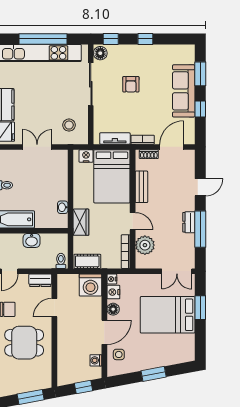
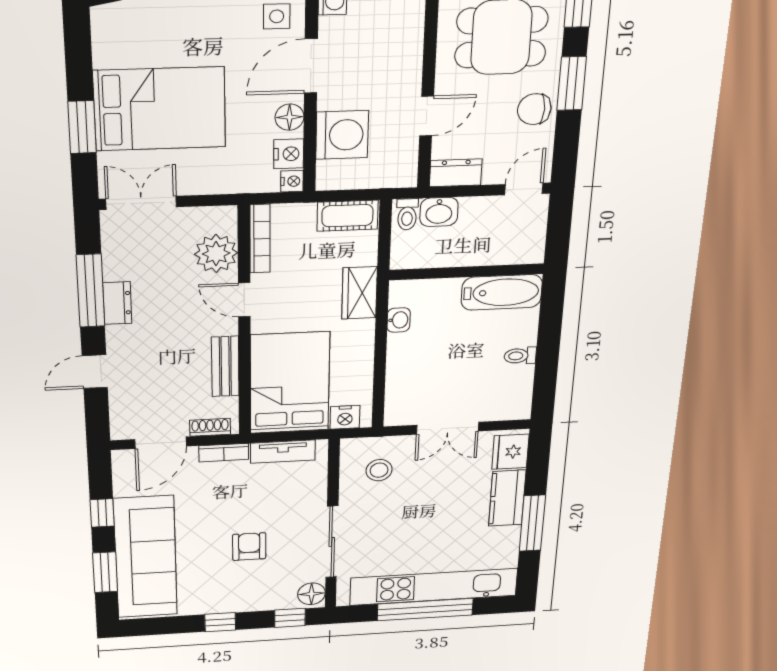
sofa: (184, 91) -> (146, 557), width x1.36, depth x1.27
washbasin: (32, 240) -> (439, 212), moved, turned 180
washing machine: (90, 285) -> (342, 135), moved, turned 90

